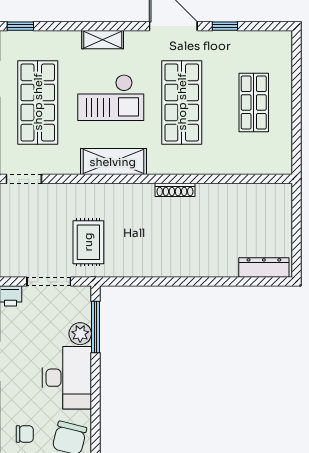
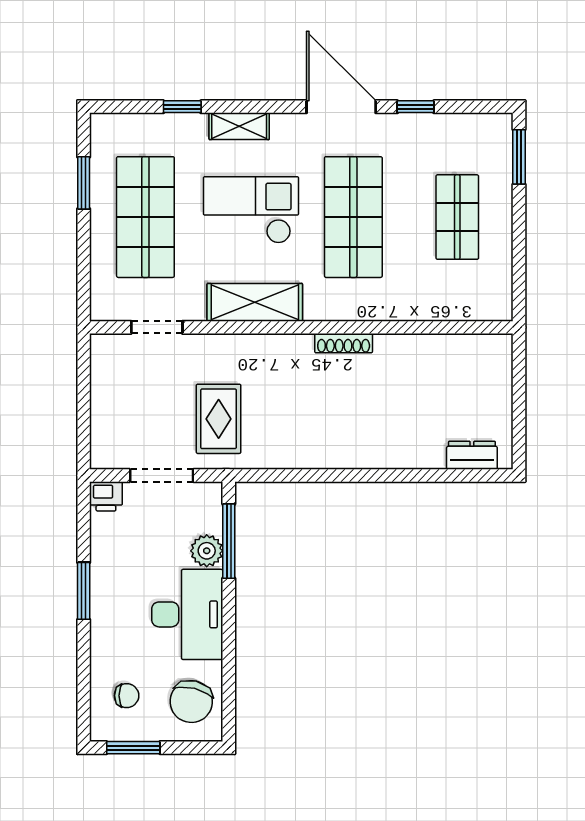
window: (20, 26) -> (182, 107), moved
window: (296, 61) -> (519, 157), added
checkout: (111, 98) -> (251, 210), turned 180
doorway: (24, 179) -> (157, 327), moved
dresser: (264, 268) -> (472, 455), width x0.70

